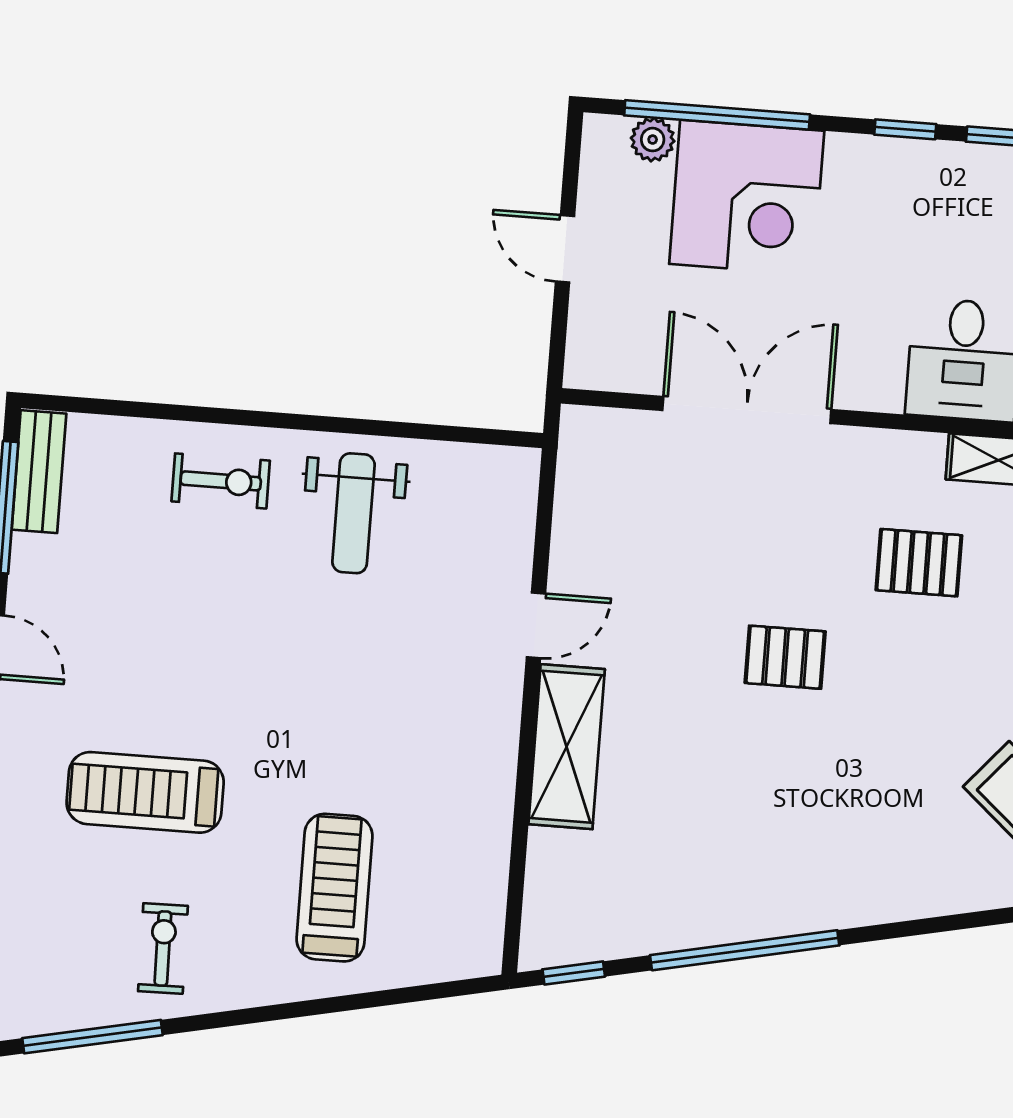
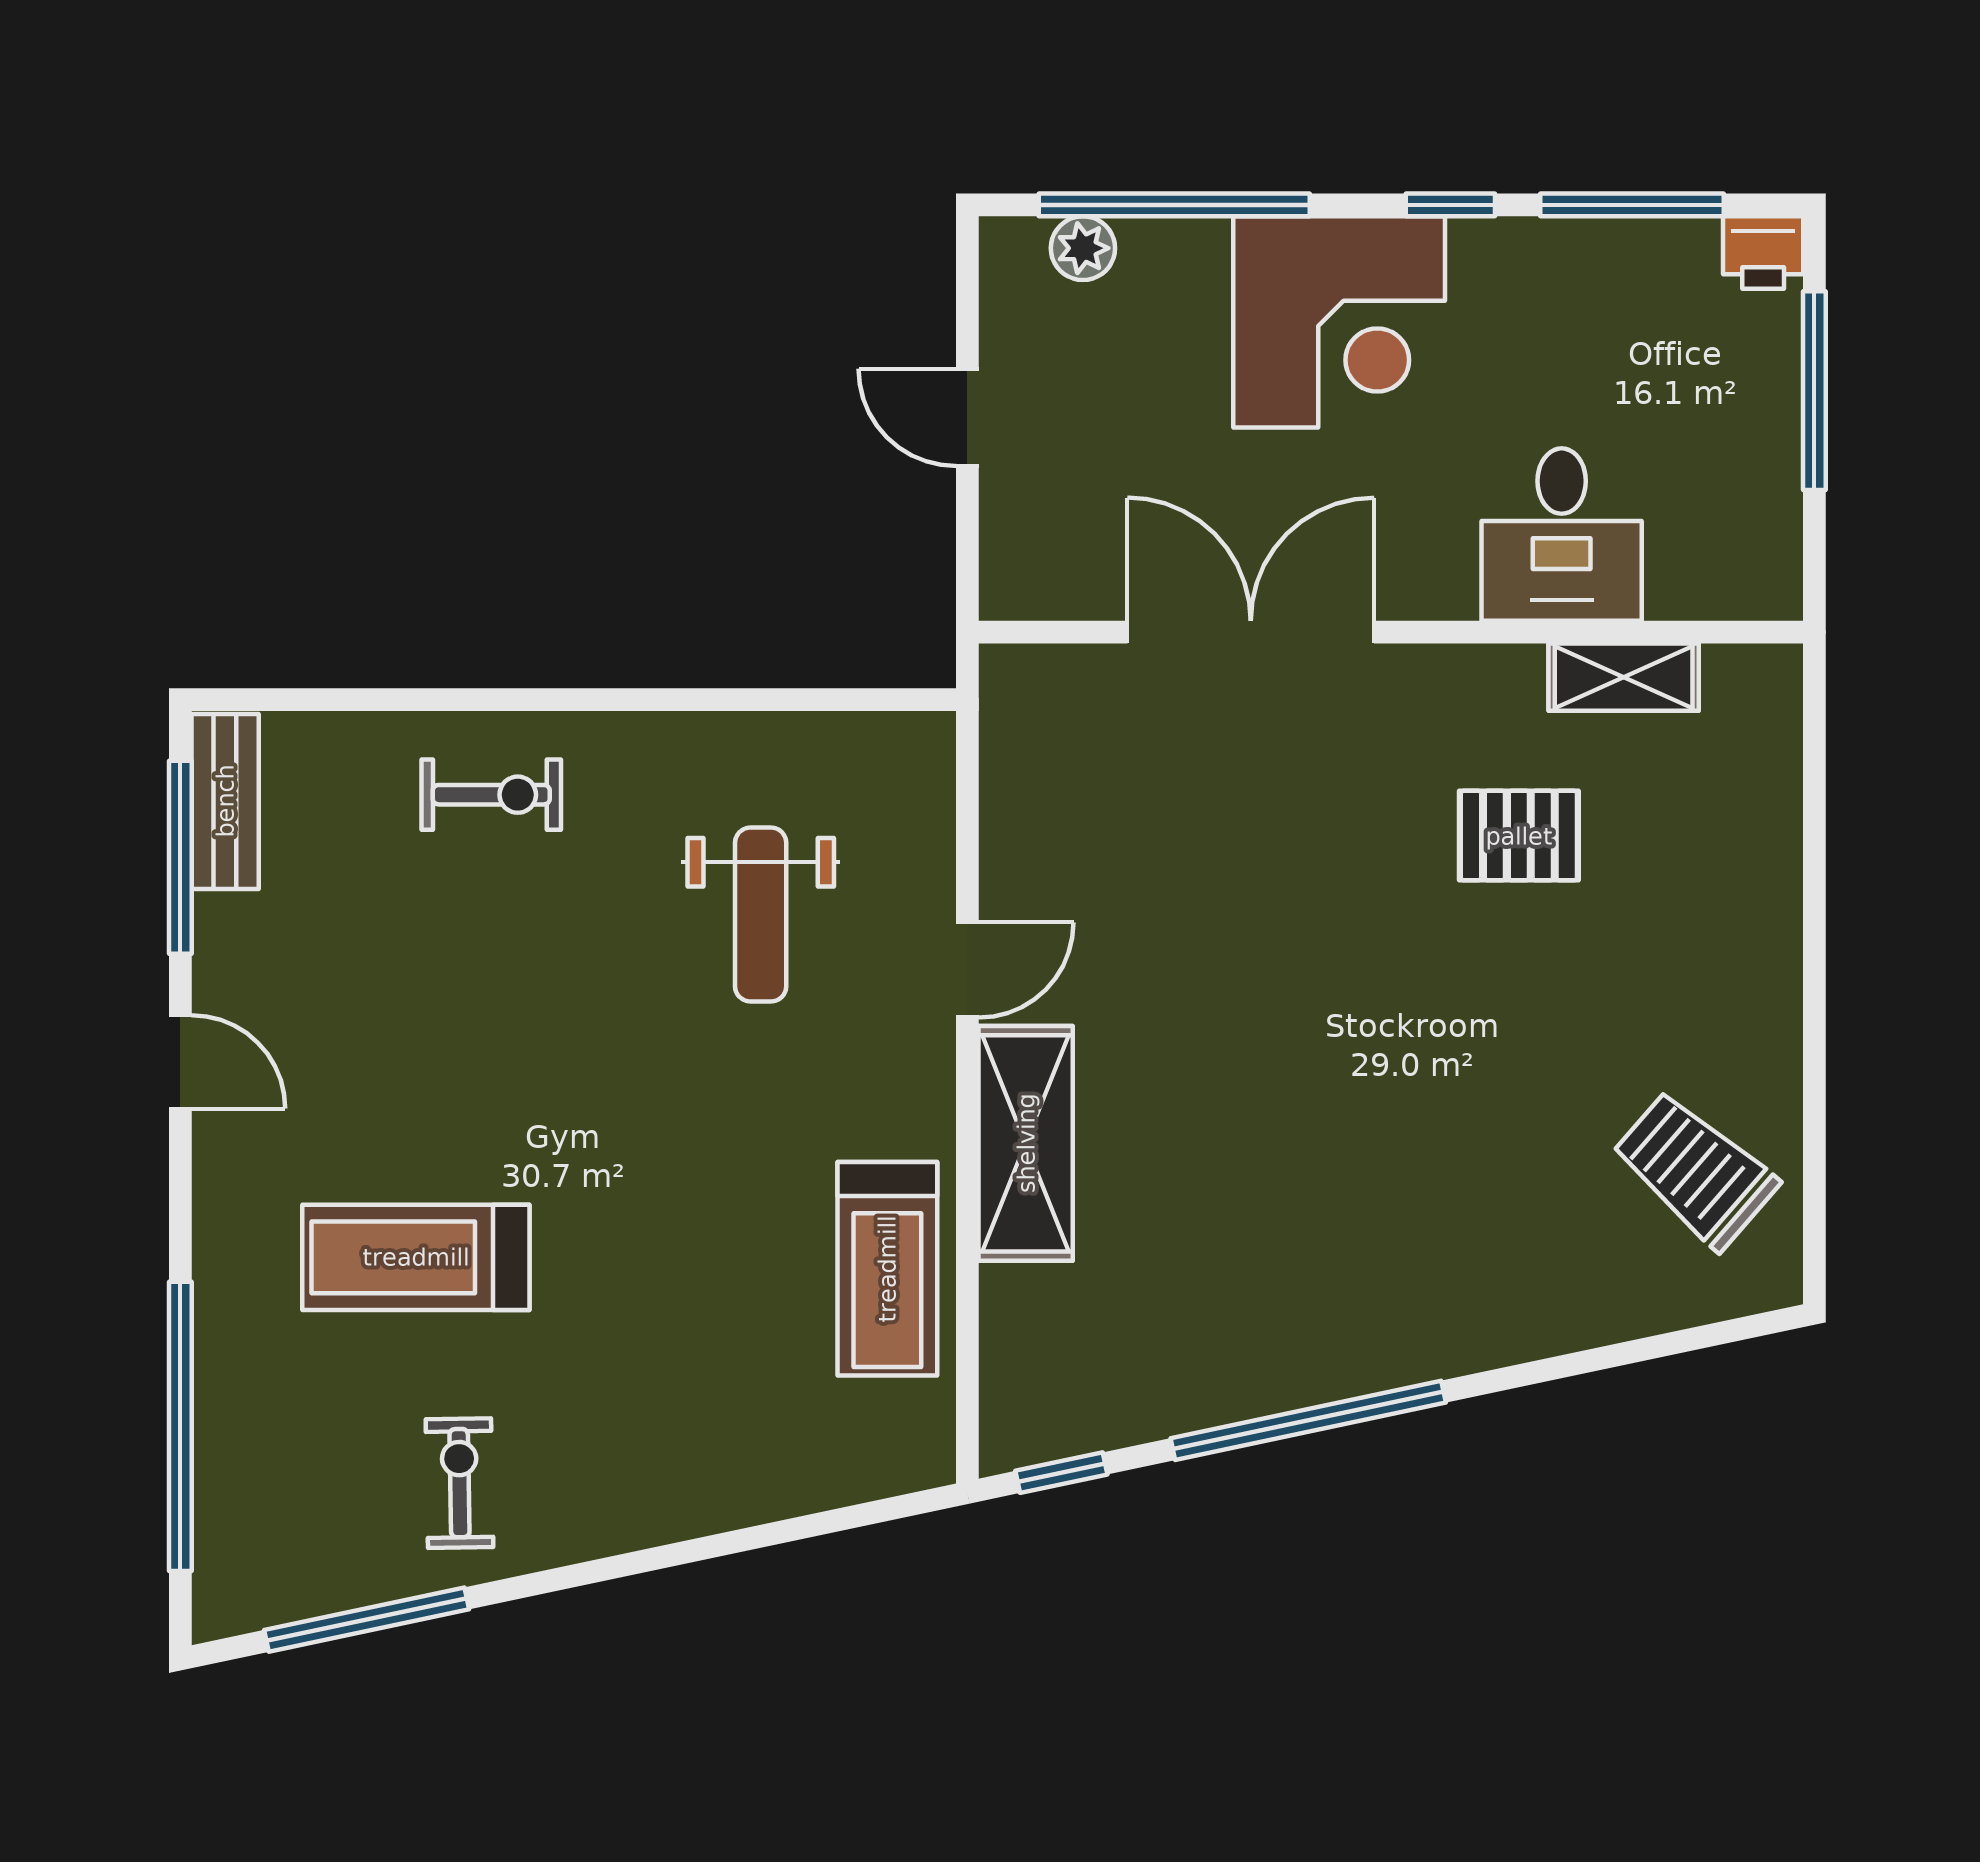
corner desk: (747, 197) -> (1339, 322), moved
weight bench: (353, 513) -> (761, 915), moved
pallet: (785, 657) -> (1334, 988), removed
treadmill: (335, 888) -> (887, 1269), moved, turned 180

